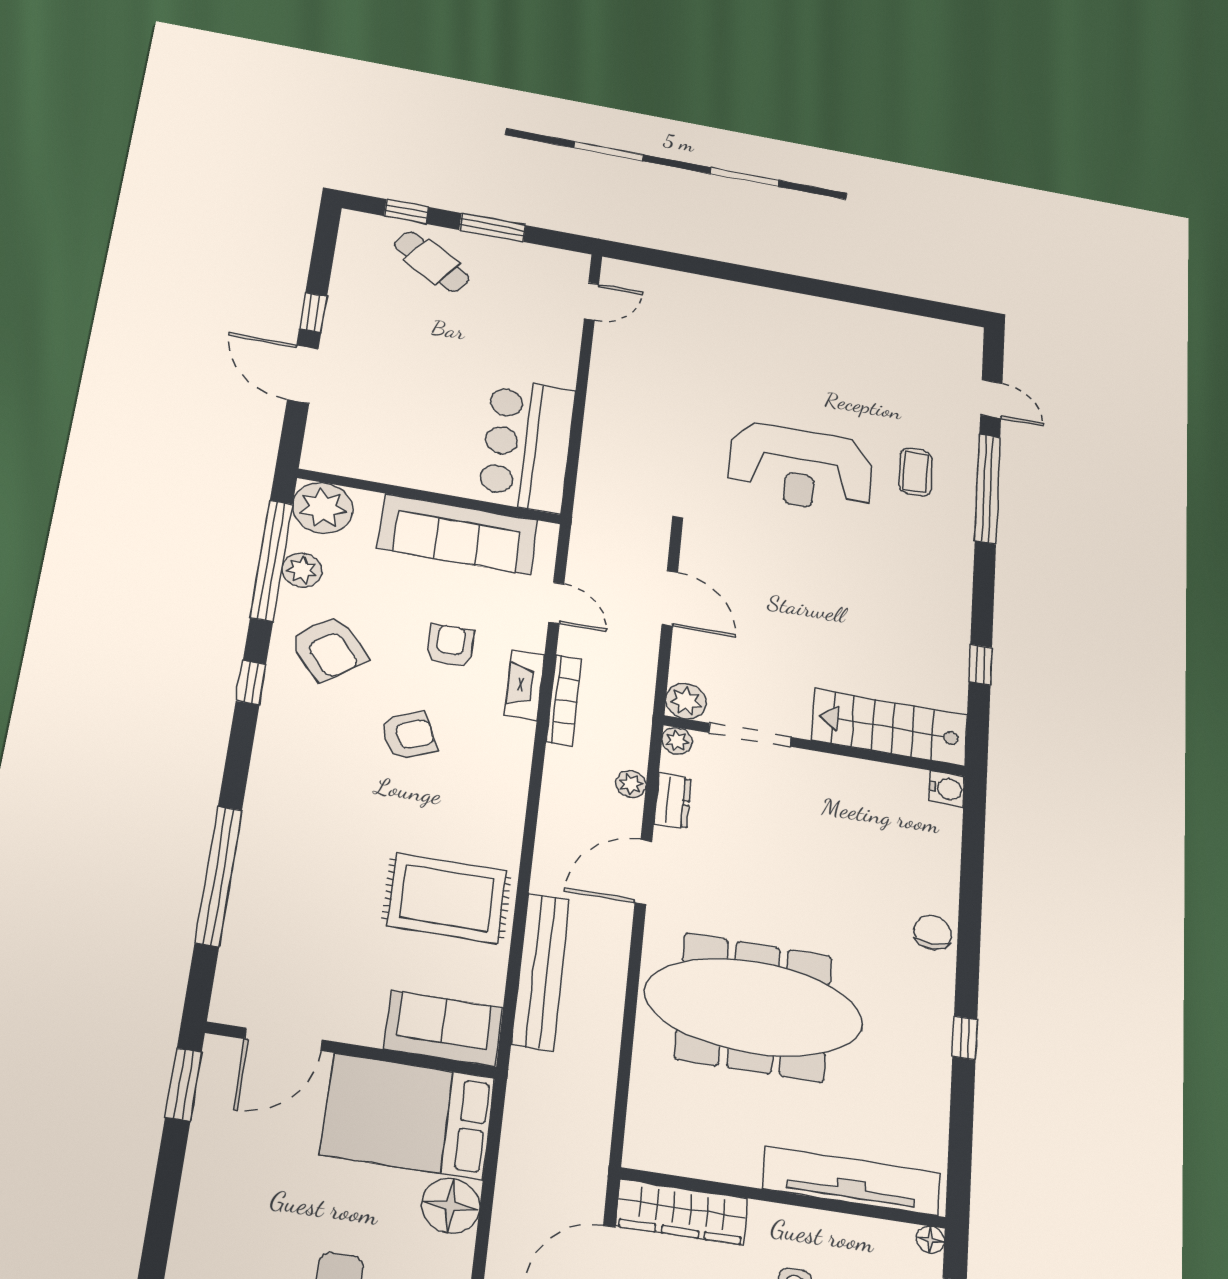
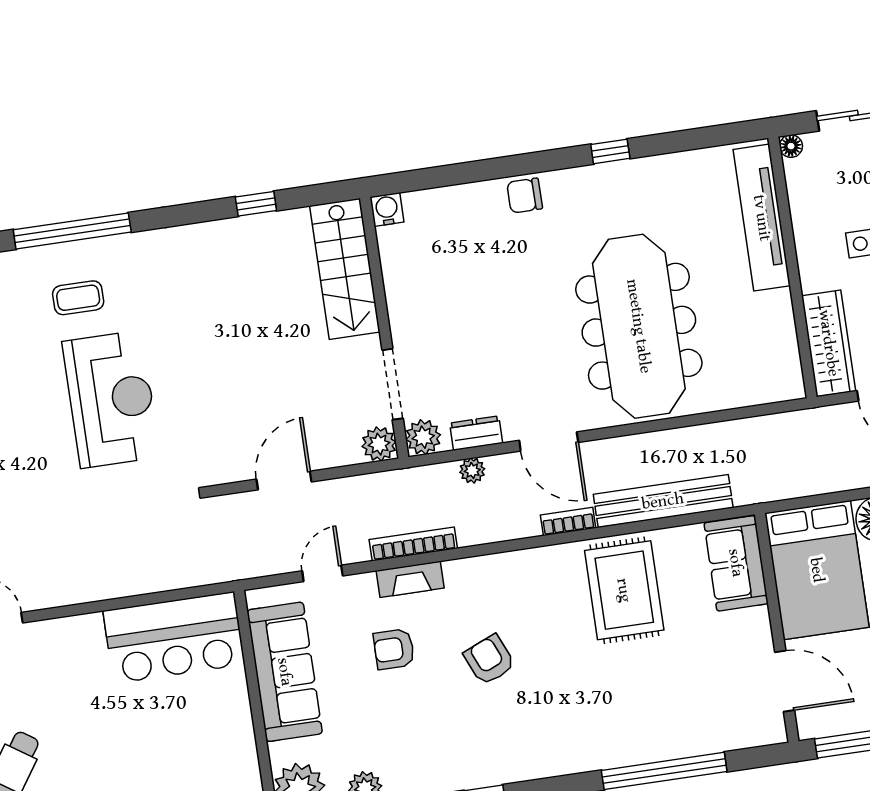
armchair: (329, 648) -> (431, 745), removed
plant: (677, 741) -> (423, 437), width x1.38, depth x1.38
bookcase: (545, 864) -> (568, 522), added

